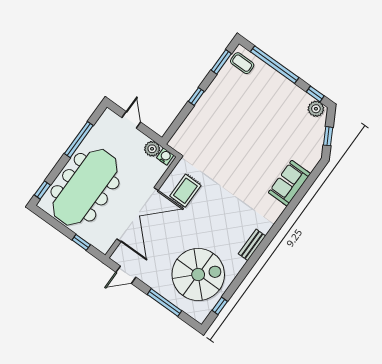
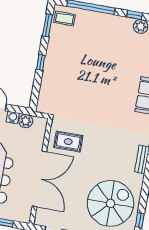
water cooler: (165, 157) -> (13, 118), moved
rug: (185, 191) -> (68, 142), turned 90

